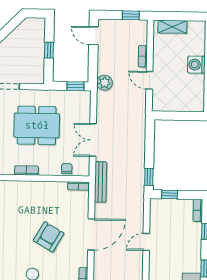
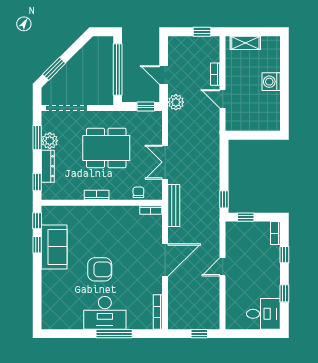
door: (94, 36) -> (164, 75), moved
window: (49, 50) -> (118, 69), width x3.17
armchair: (49, 237) -> (100, 269), moved, turned 60

